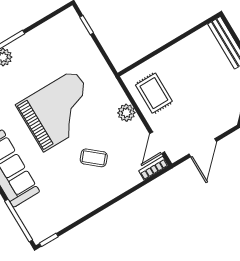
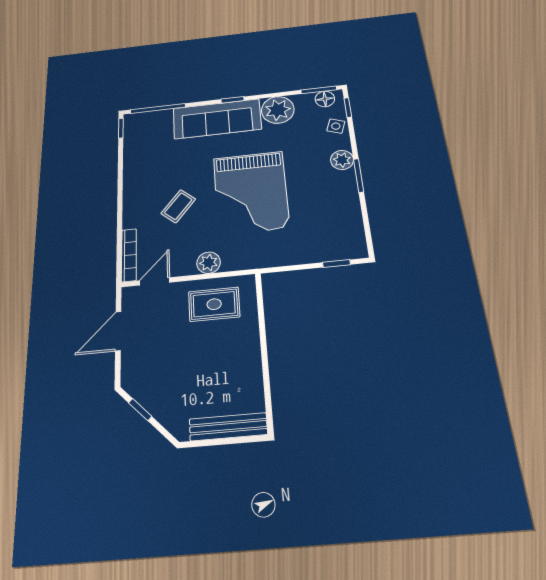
door: (157, 143) -> (155, 281), hinge flipped
door: (203, 148) -> (118, 331), hinge flipped
bookcase: (154, 168) -> (129, 255), width x1.56

